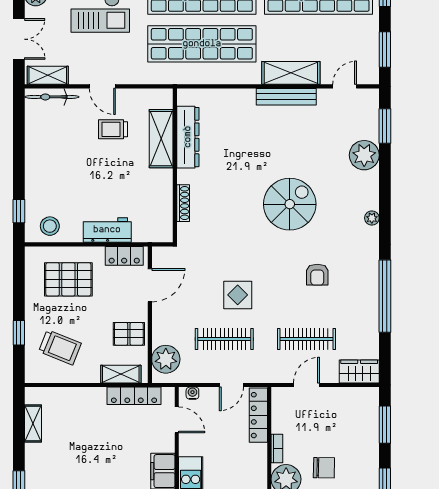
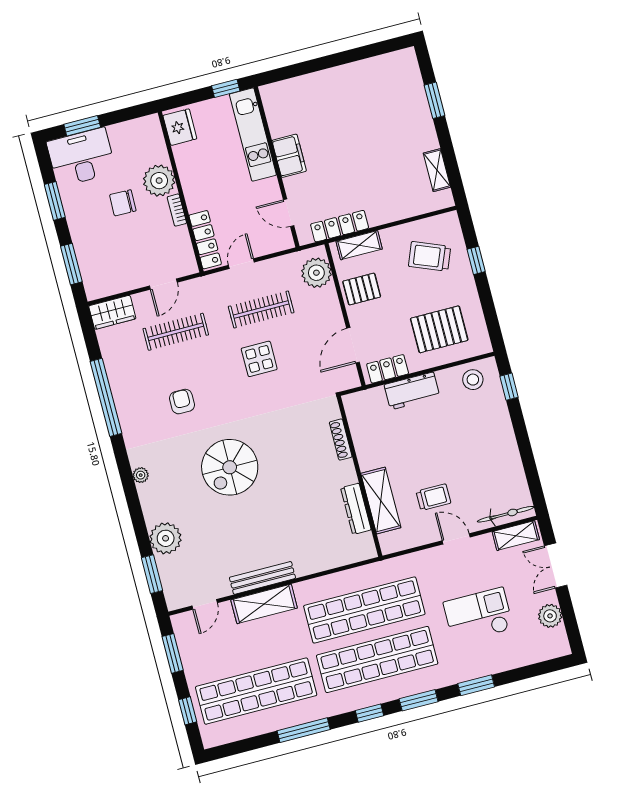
dresser: (188, 137) -> (356, 509), width x0.73, depth x0.80
water cooler: (192, 393) -> (280, 245), removed

